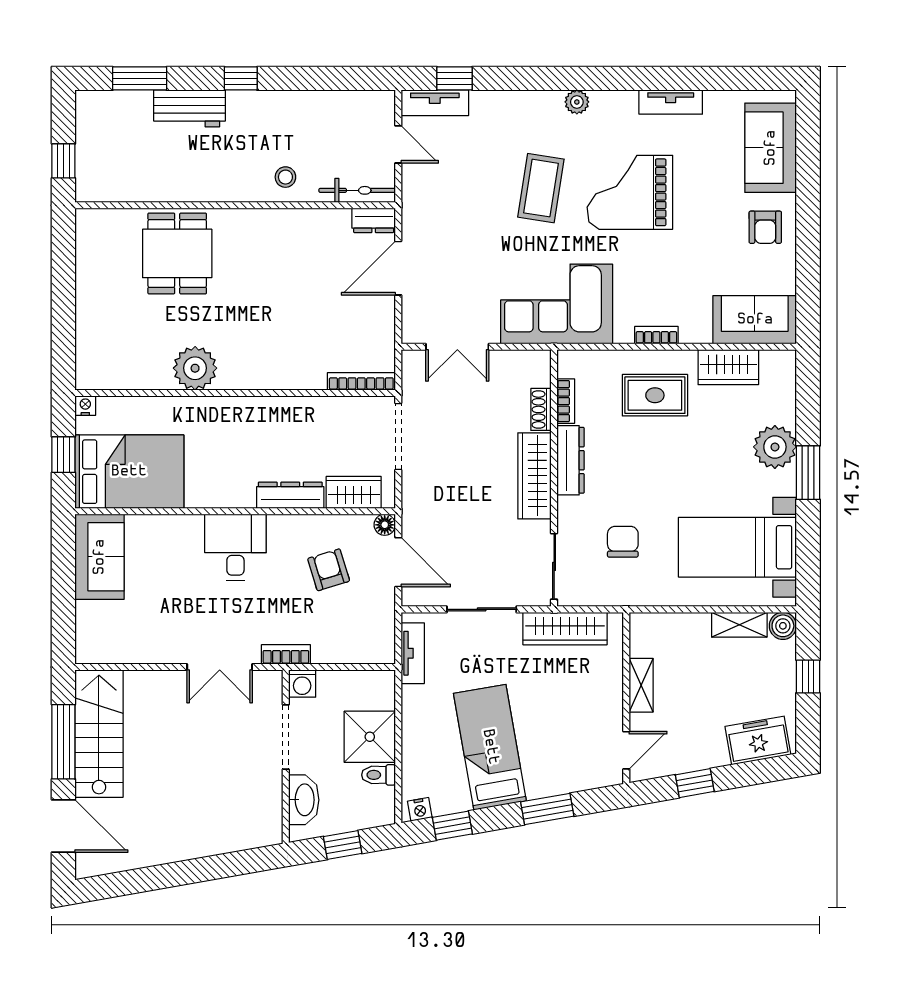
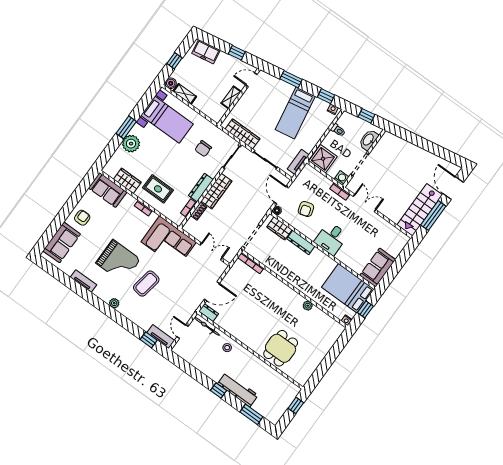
workbench: (189, 108) -> (238, 390), width x1.38
plant: (195, 368) -> (308, 306), width x0.53, depth x0.53
shower: (370, 737) -> (323, 159), moved

